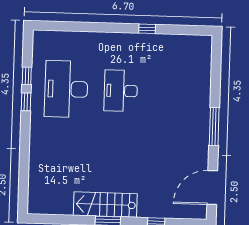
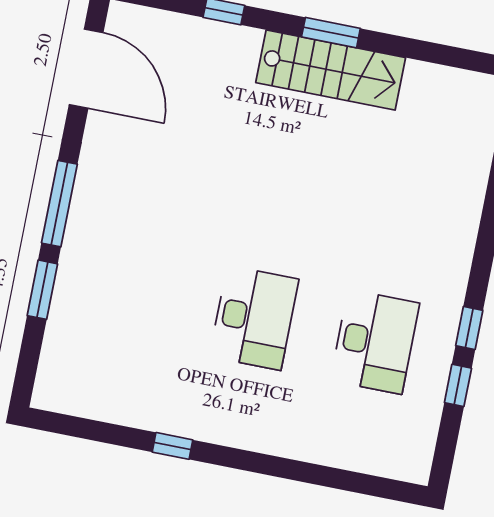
window: (215, 88) -> (42, 290), added
desk: (66, 89) -> (375, 342), width x0.73, depth x0.77
door: (212, 187) -> (86, 69), hinge flipped

